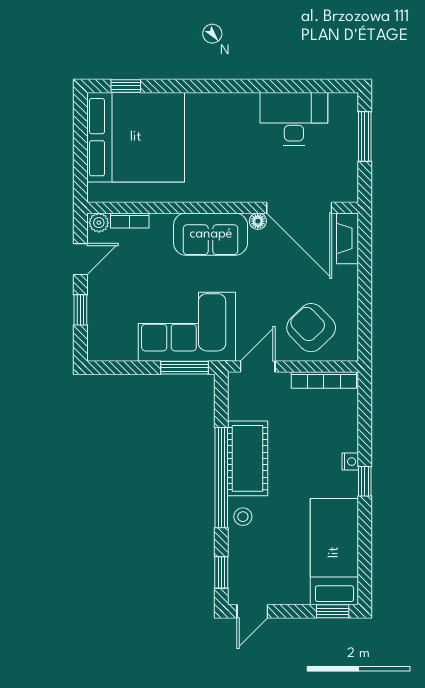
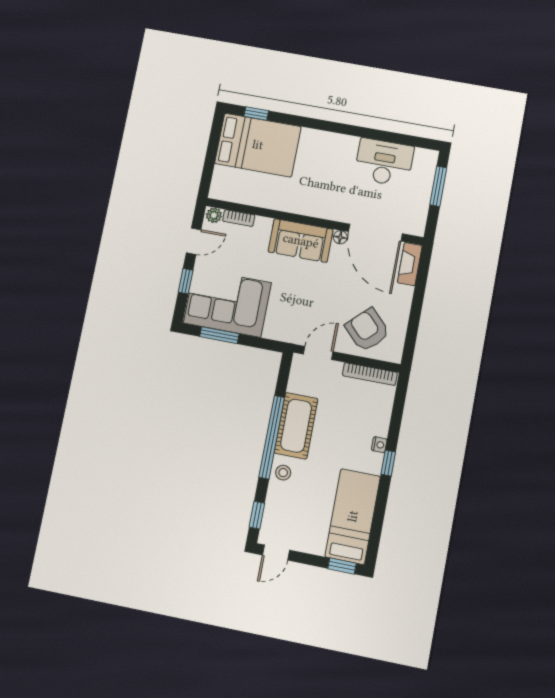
bed: (136, 137) -> (258, 145), width x0.73
corner sofa: (187, 327) -> (227, 303), moved
window: (184, 368) -> (219, 335), moved

